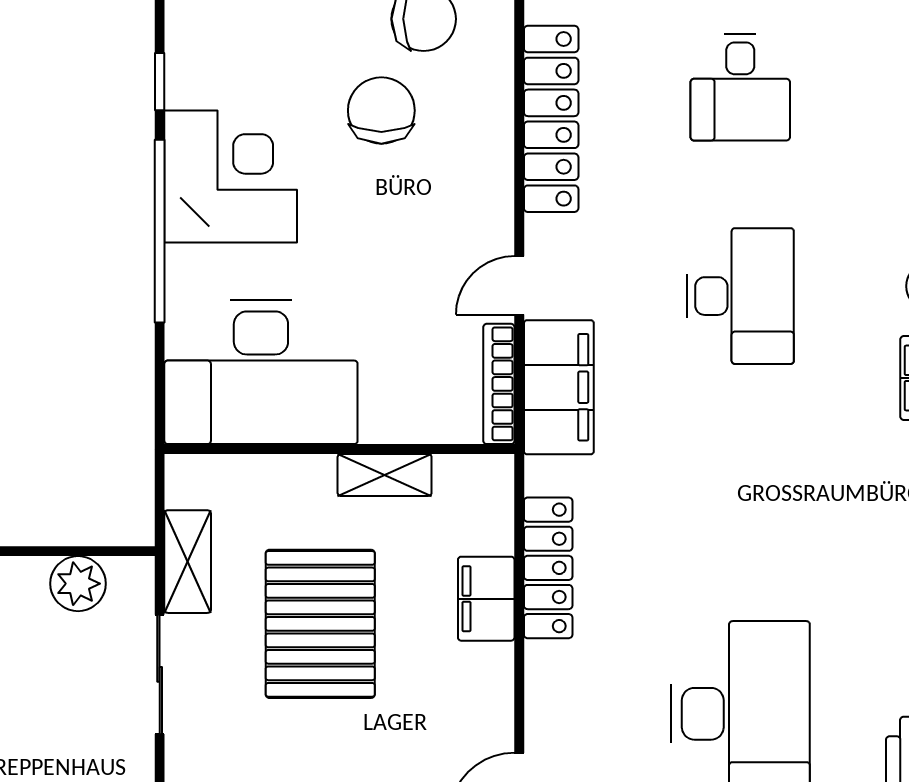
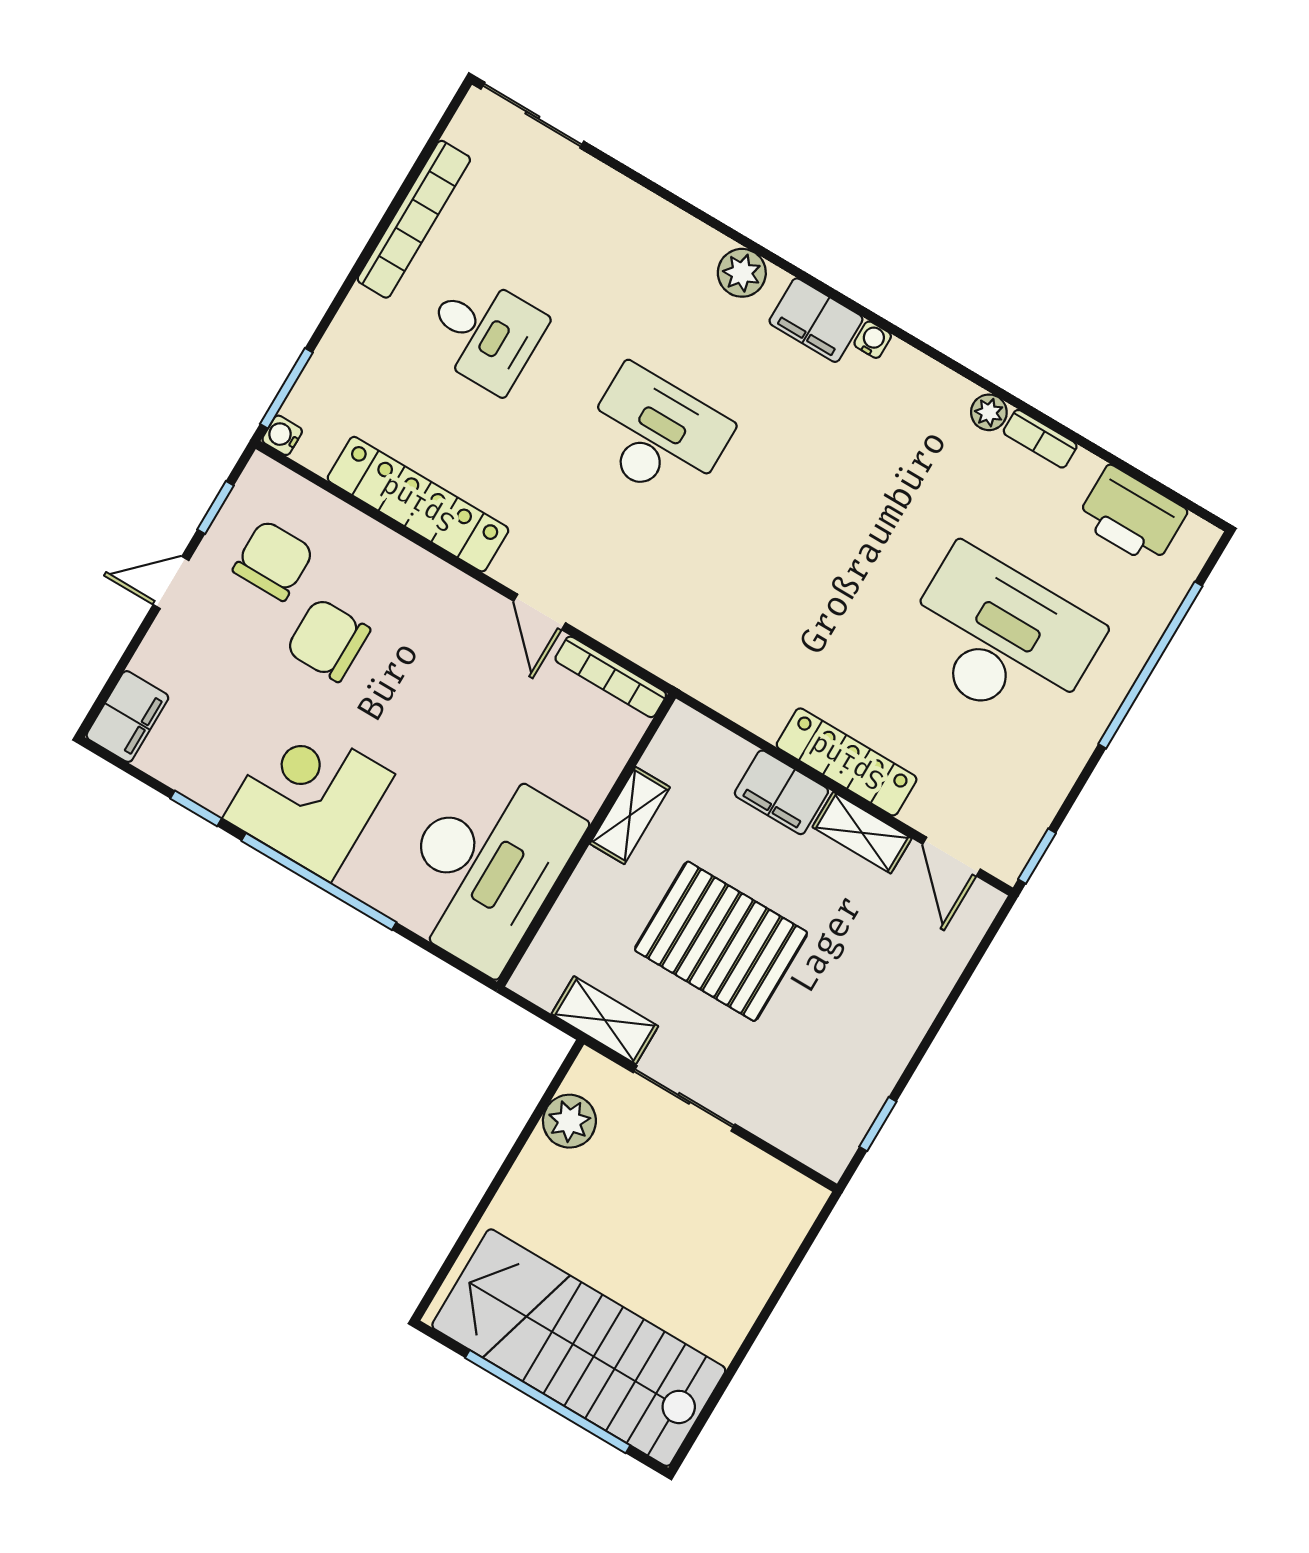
filing cabinet: (559, 387) -> (643, 629), removed
locker: (548, 568) -> (847, 762), moved
shelving: (493, 693) -> (862, 833), added

